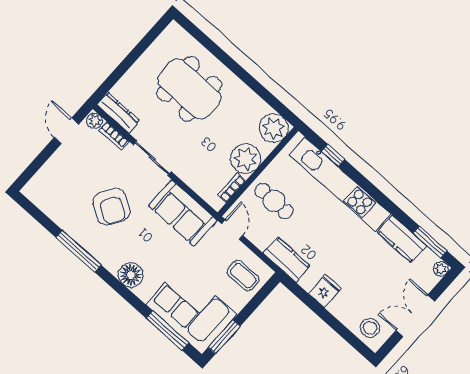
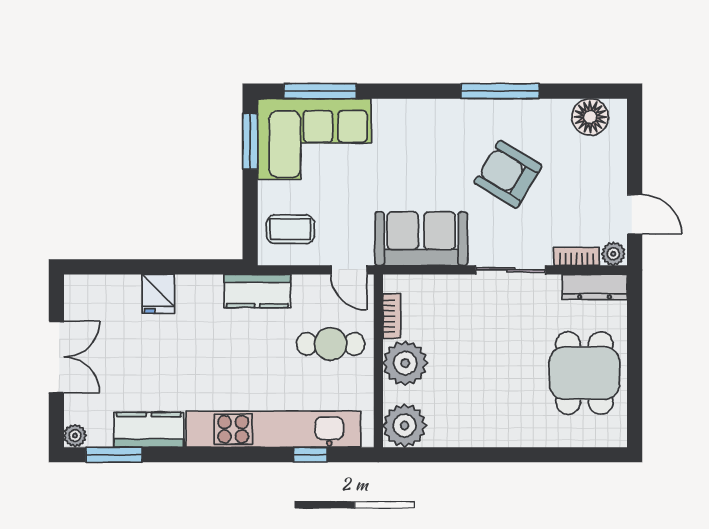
dining table: (189, 89) -> (584, 373), moved, width x0.73
floor lamp: (131, 275) -> (590, 117), moved
fridge: (325, 291) -> (158, 294), moved
stool: (370, 328) -> (95, 298), removed

